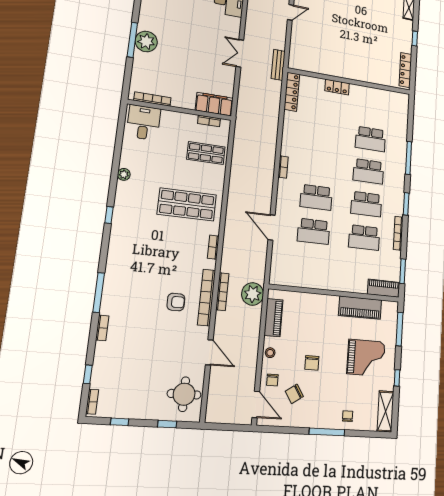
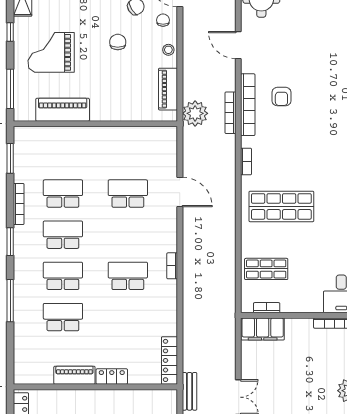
school desk: (316, 197) -> (128, 276), moved
piano: (384, 288) -> (74, 375), moved, turned 180
armchair: (176, 302) -> (281, 97), turned -90

